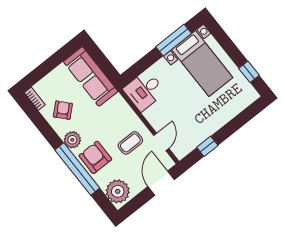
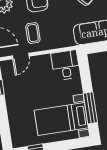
door: (161, 142) -> (21, 56), hinge flipped

